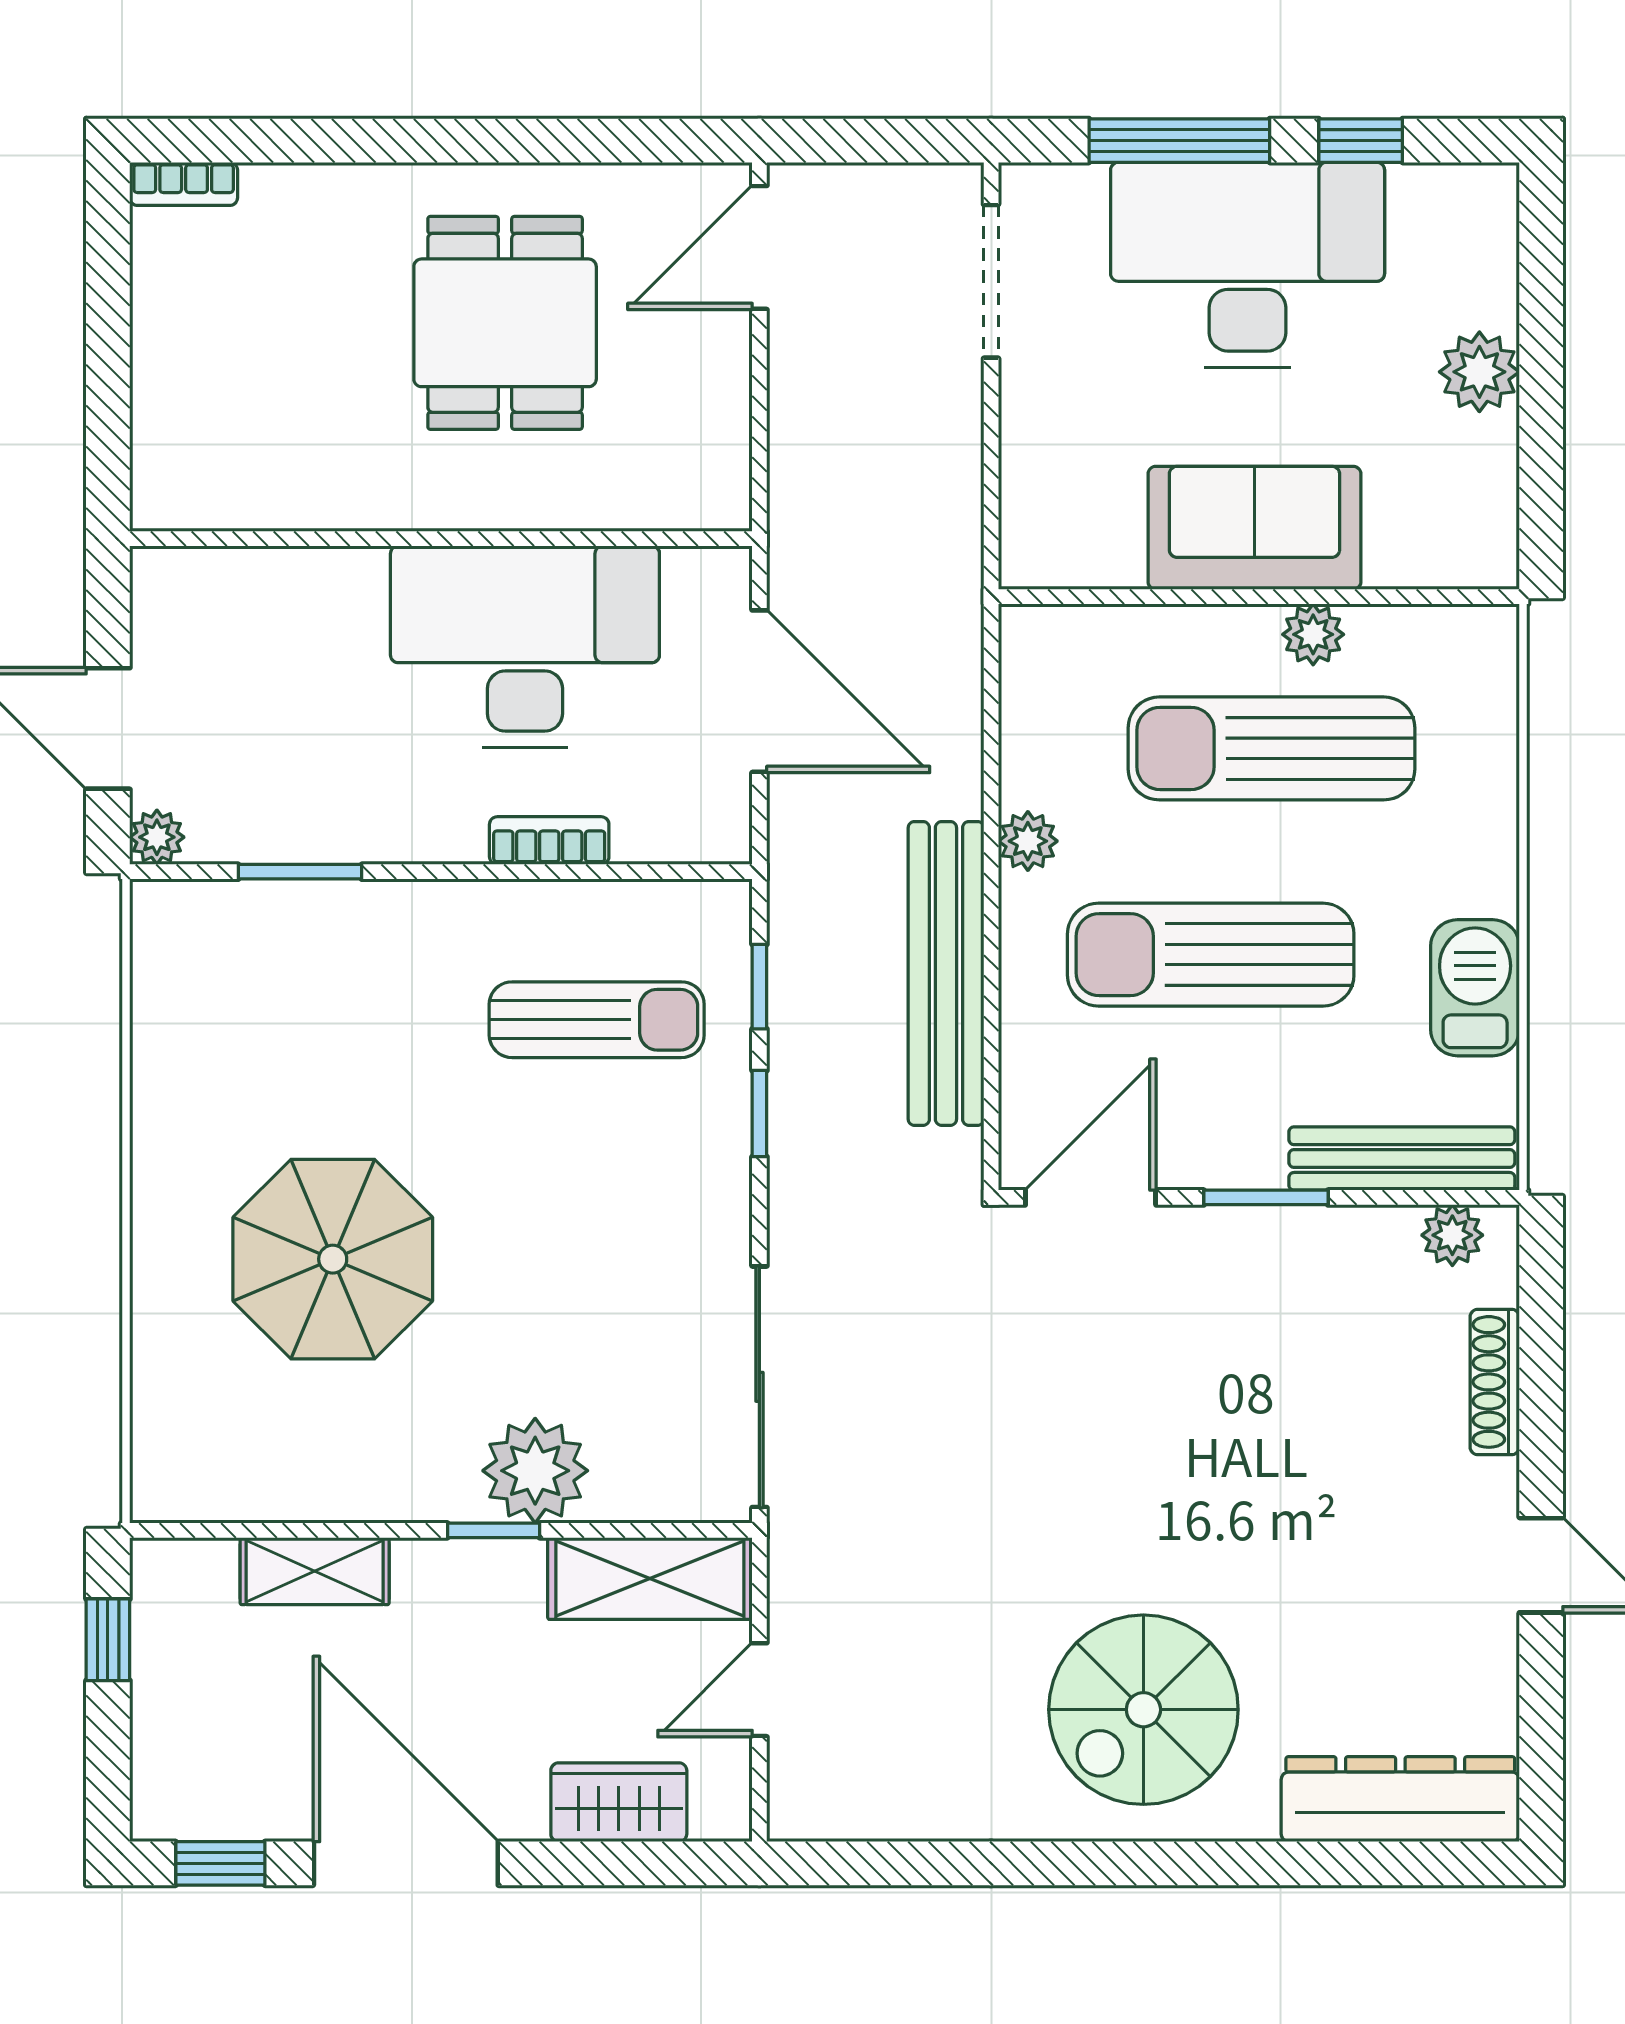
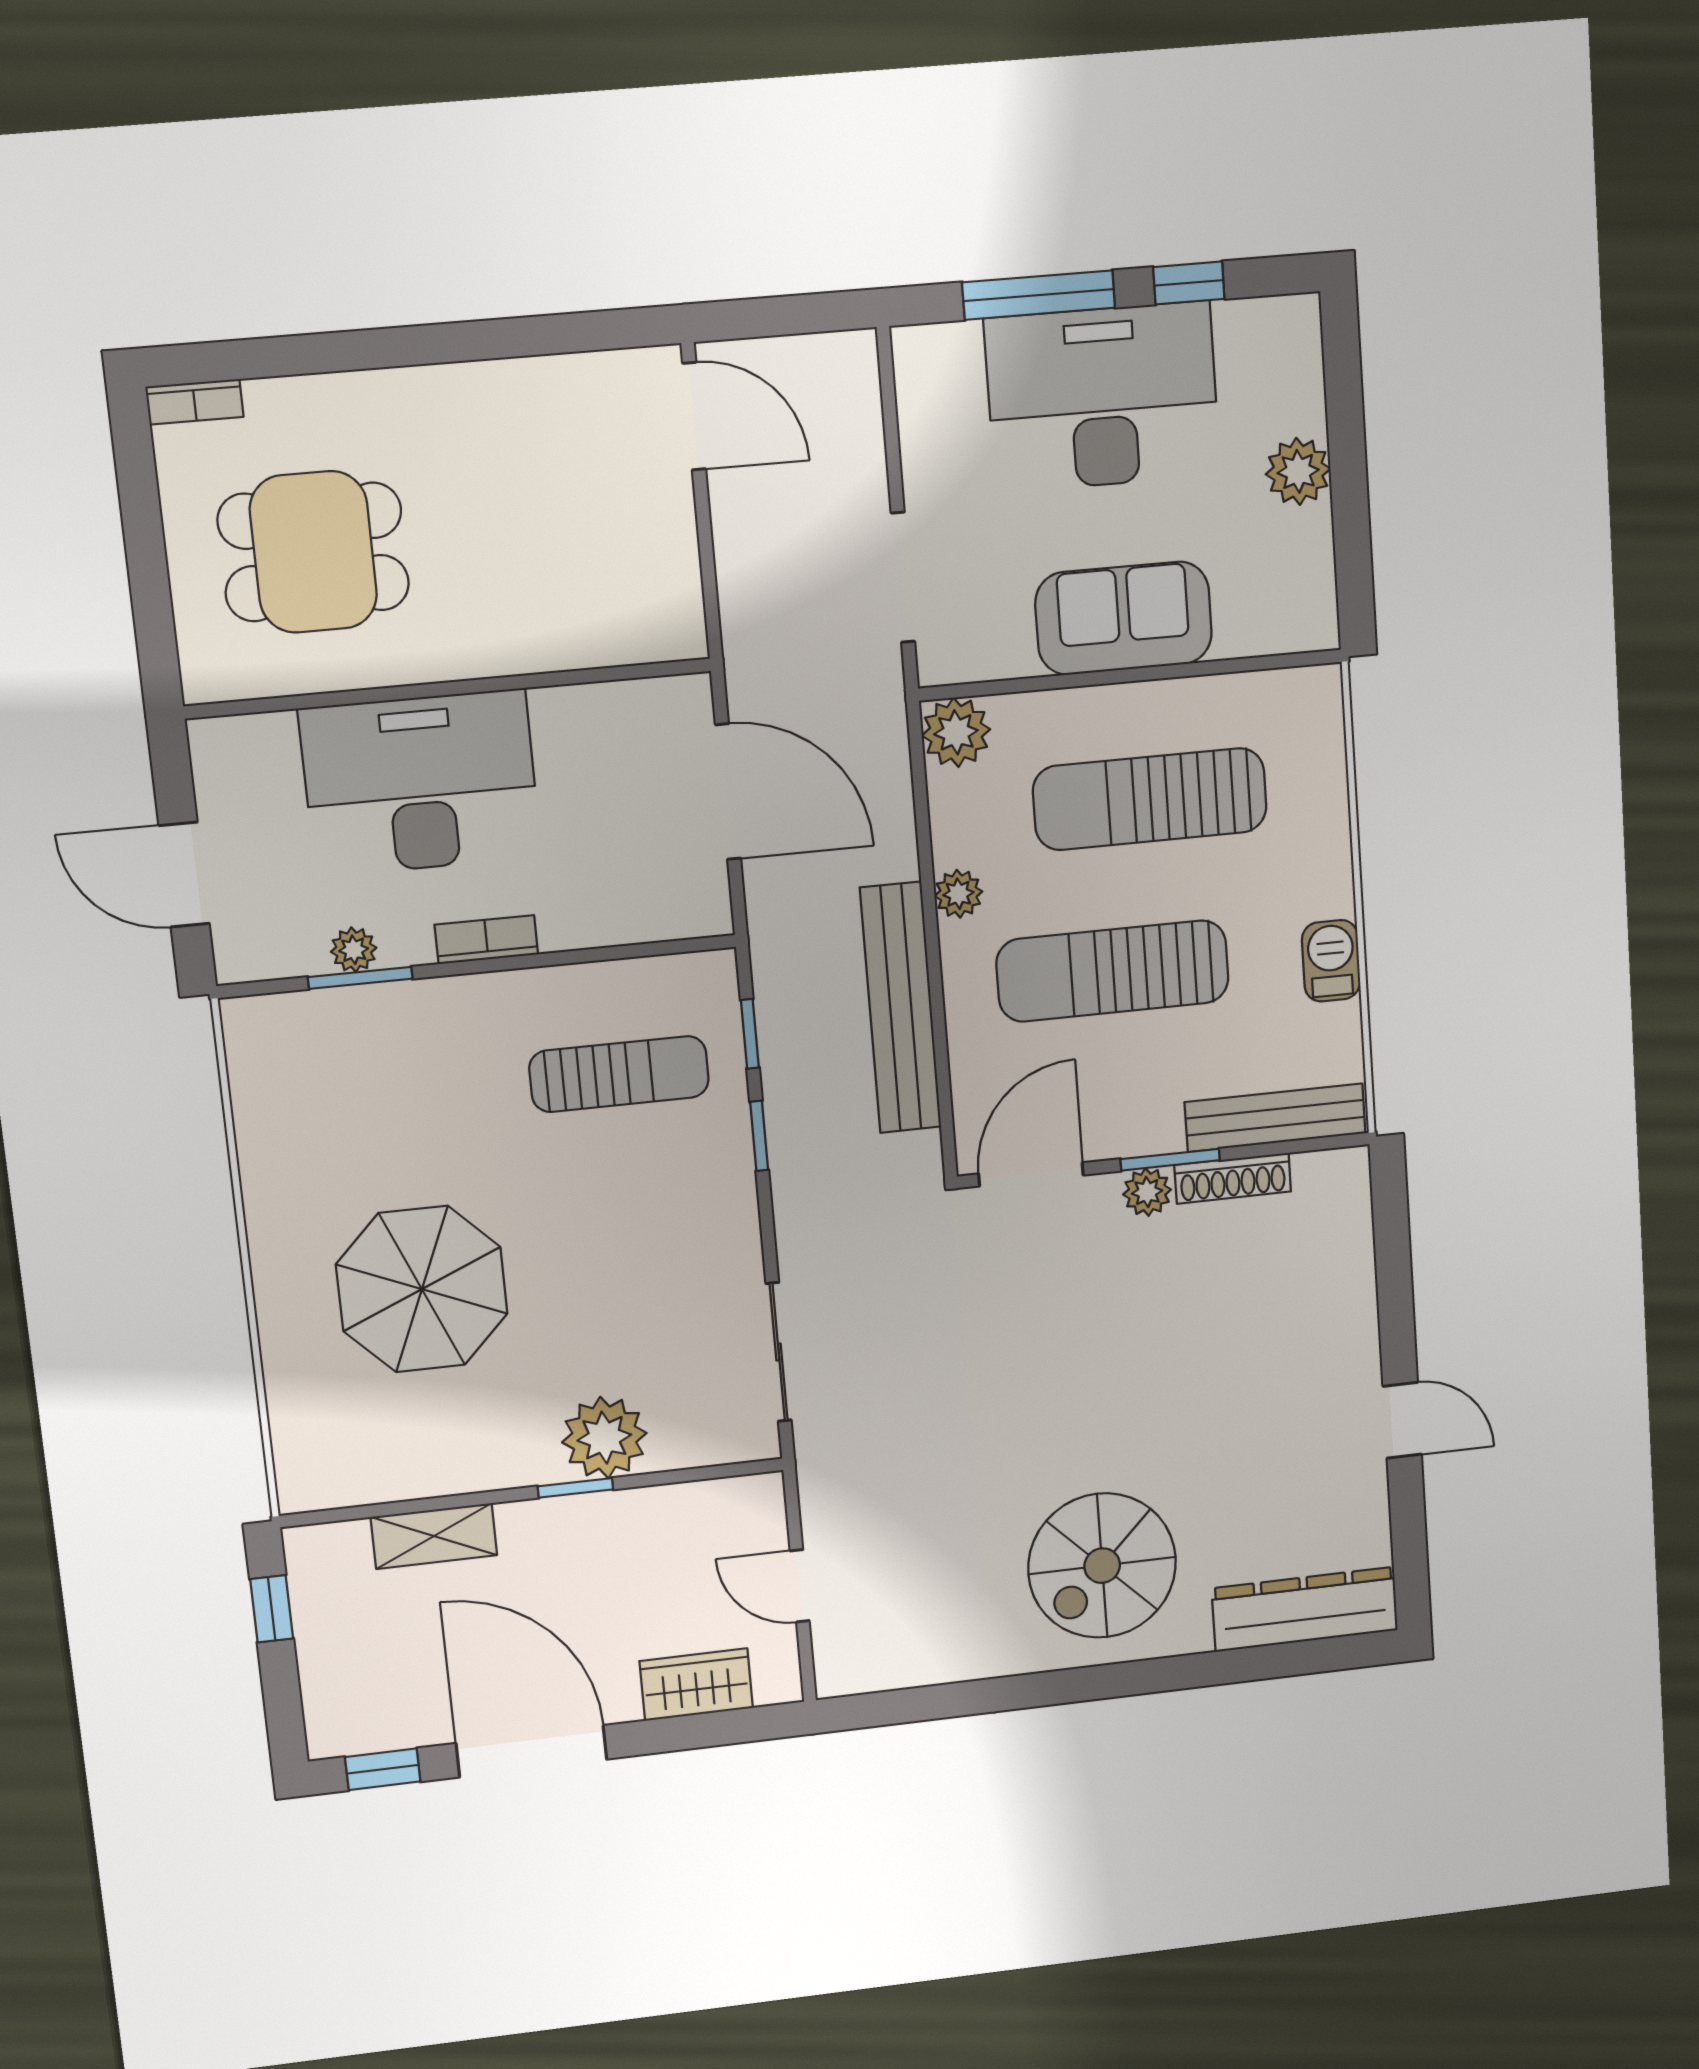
door: (759, 247) -> (694, 416), swing flipped
doorway: (991, 281) -> (903, 577), moved
dining table: (505, 323) -> (313, 552), moved, turned 90
plant: (1313, 634) -> (956, 732), moved, width x1.38, depth x1.38
desk: (525, 647) -> (420, 783), moved
plant: (157, 837) -> (354, 950), moved
bookcase: (549, 841) -> (486, 940), moved
barbecue: (1475, 988) -> (1331, 961), width x0.73, depth x0.79
plant: (1452, 1235) -> (1147, 1192), moved
shoe rack: (1495, 1382) -> (1233, 1178), moved, turned -90
sliding door: (759, 1387) -> (779, 1352), width x0.73
shelving: (650, 1579) -> (705, 1511), removed
door: (759, 1690) -> (800, 1586), hinge flipped

